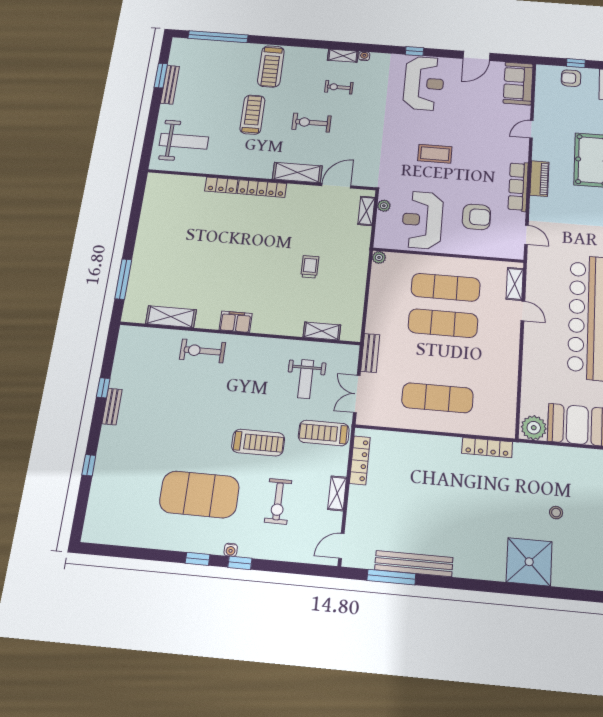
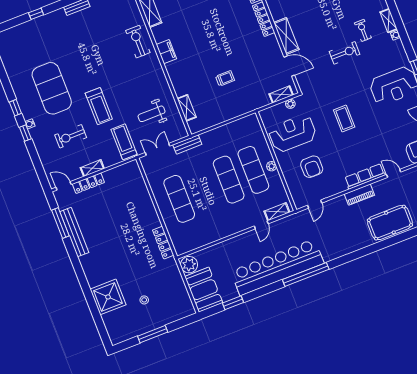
exercise bike: (312, 123) -> (345, 53), moved, turned 90
row of seats: (518, 187) -> (365, 176), moved
plant: (379, 257) -> (272, 166), moved
locker: (360, 460) -> (88, 183), moved

